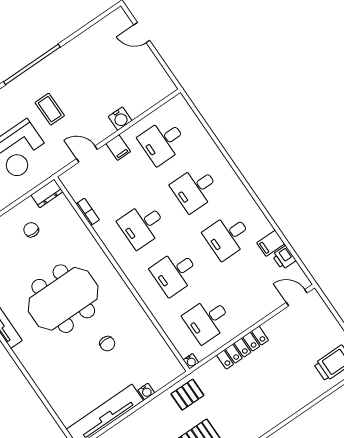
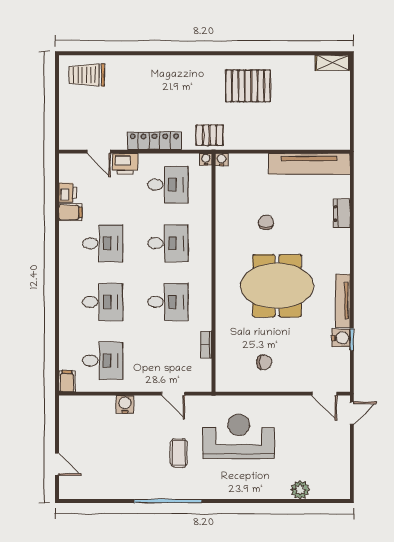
filing cabinet: (118, 148) -> (67, 381), moved
dresser: (47, 193) -> (342, 213), moved, turned -90
chair: (31, 230) -> (264, 362), turned -90
door: (297, 298) -> (99, 152), moved
printer: (253, 313) -> (125, 164), added
water cooler: (146, 391) -> (222, 160), moved
pallet: (187, 395) -> (210, 135), moved

